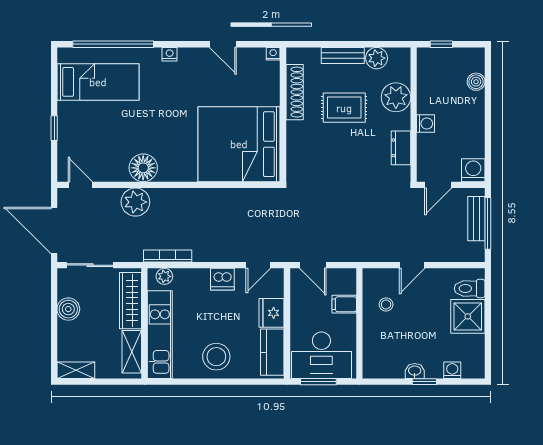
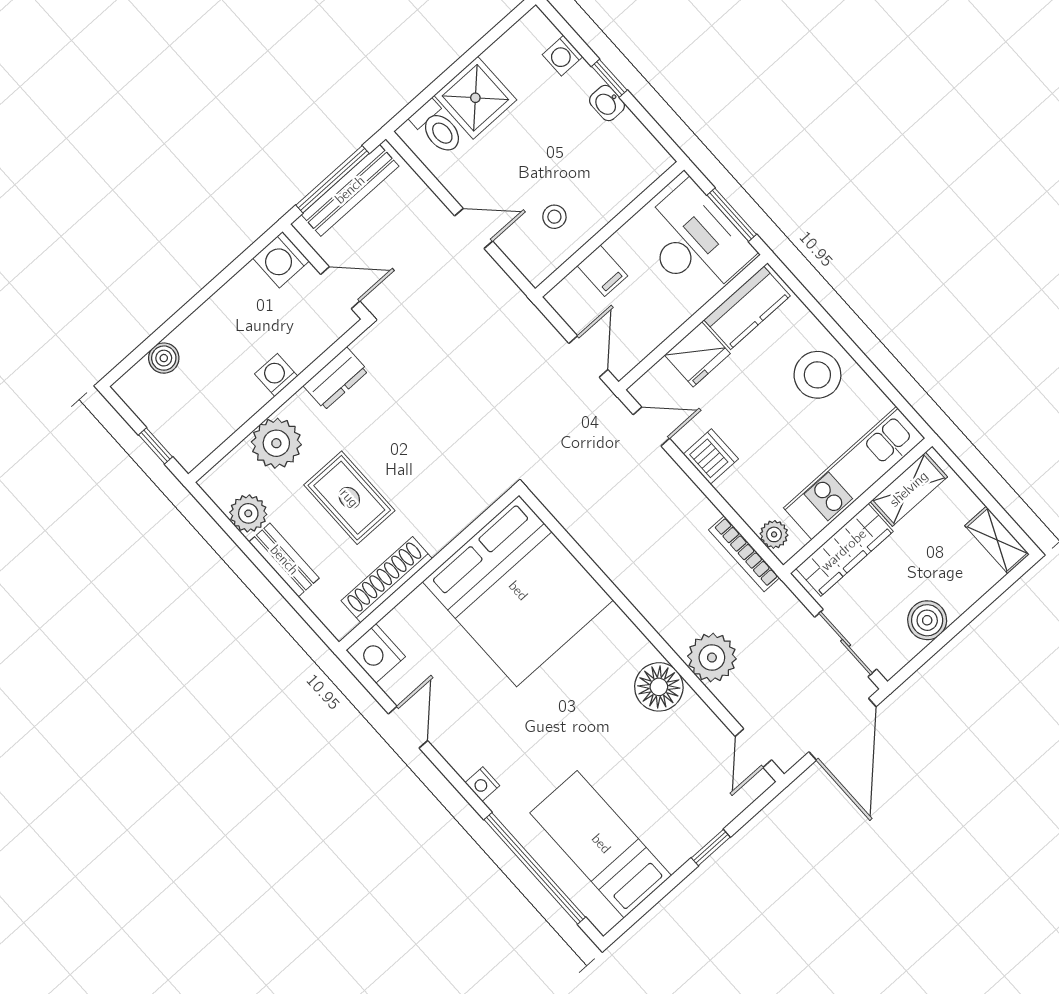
nightstand: (273, 54) -> (376, 653), width x1.89, depth x1.79
bench: (476, 219) -> (350, 190), width x1.36

